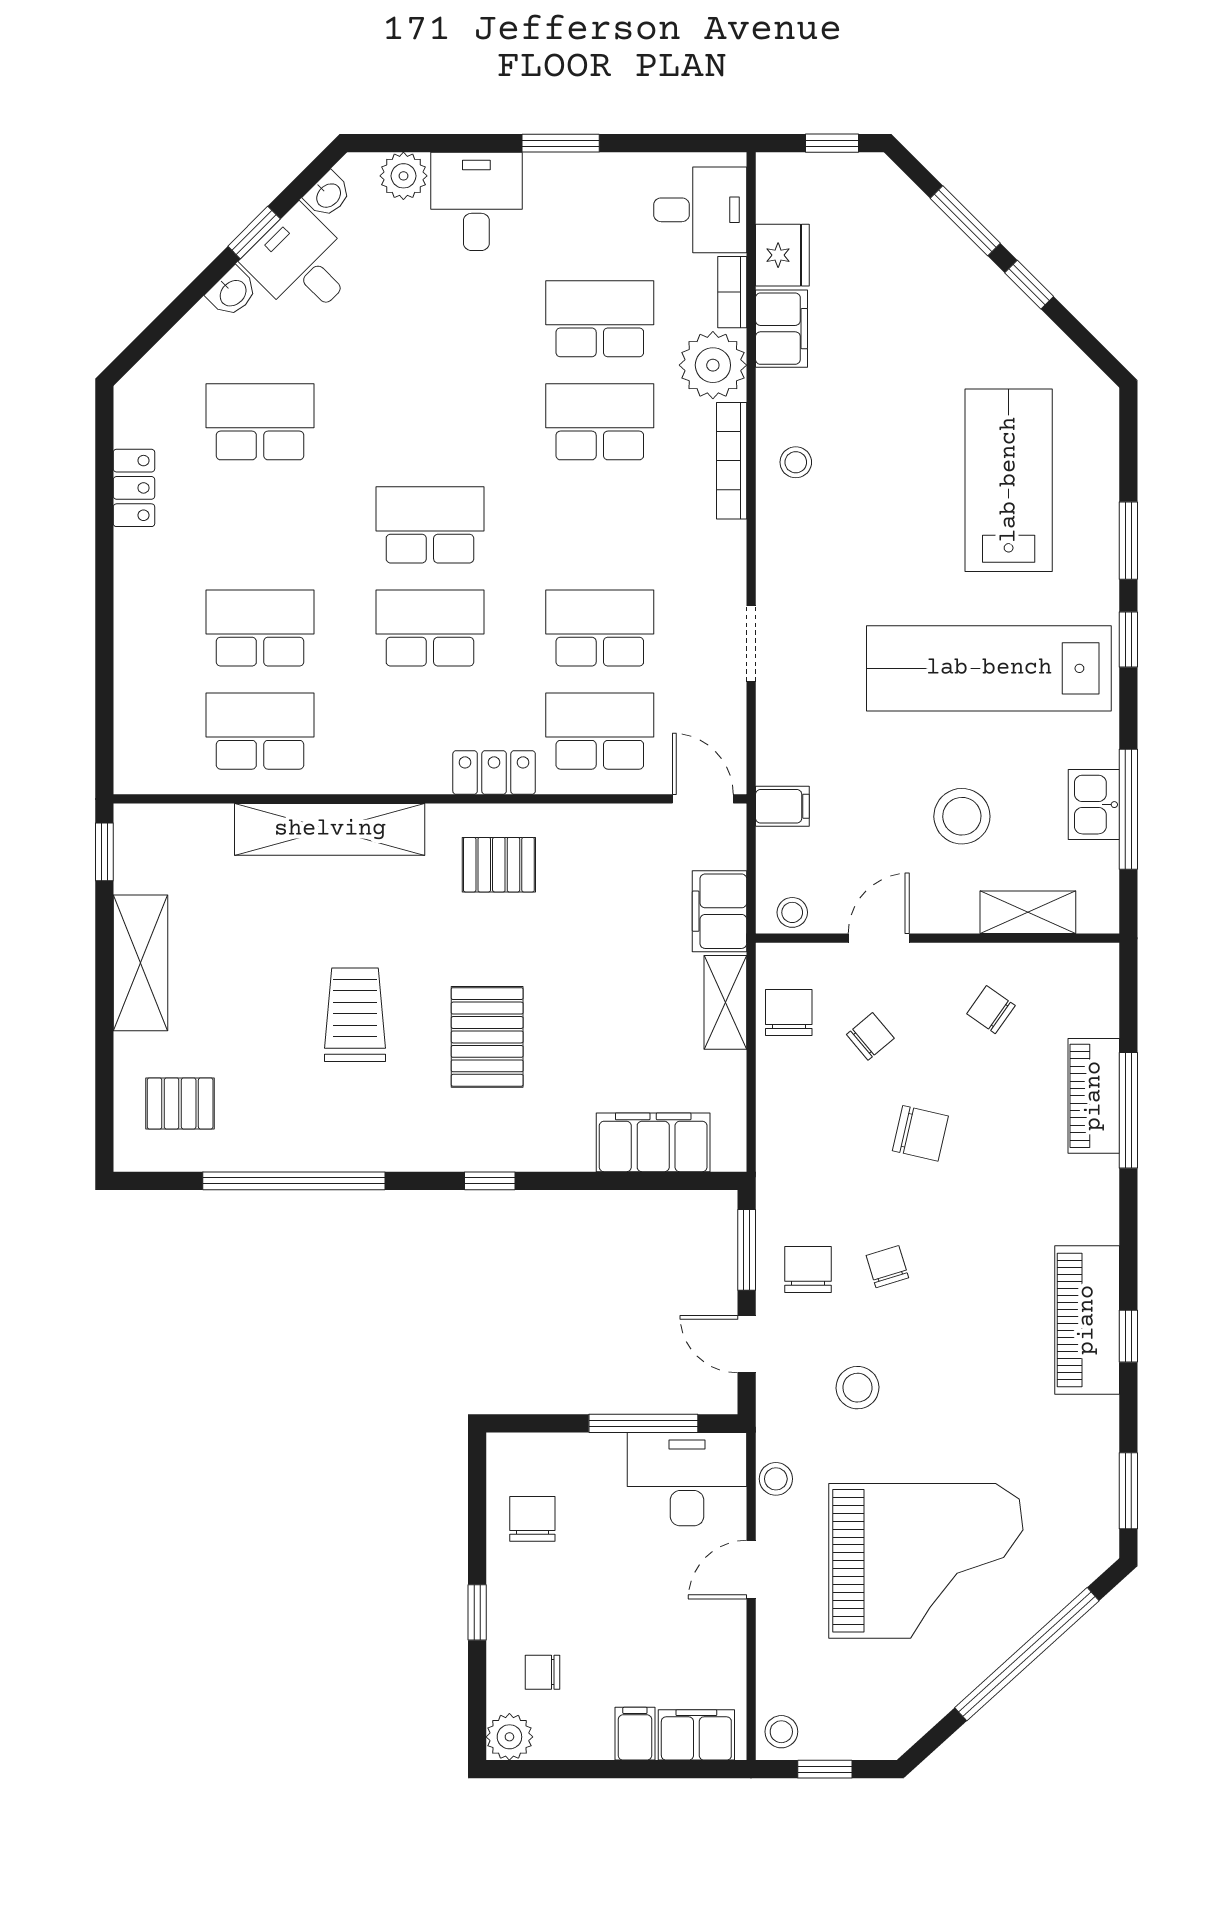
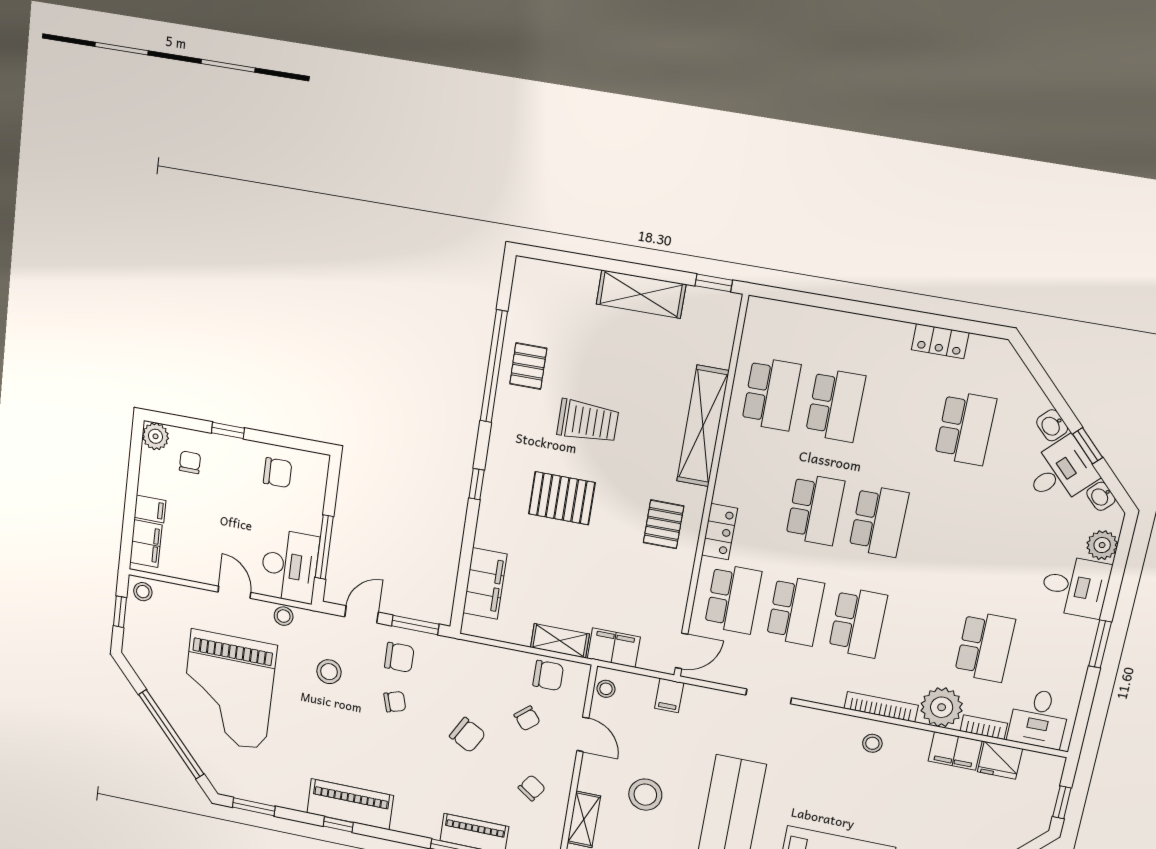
school desk: (600, 422) -> (858, 623), moved
pallet: (180, 1103) -> (528, 366), moved
chair: (920, 1133) -> (468, 735), turned -74

